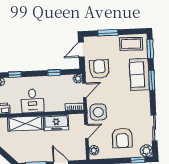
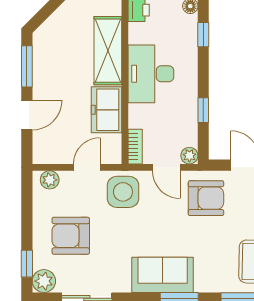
sofa: (139, 75) -> (163, 275), moved
desk: (32, 101) -> (151, 74), width x1.37
door: (86, 131) -> (87, 167), swing flipped

